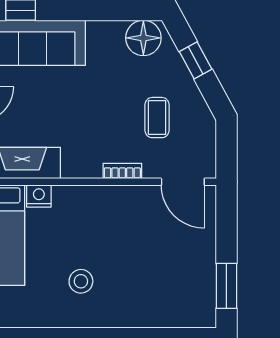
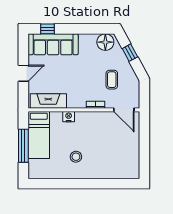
nightstand: (39, 196) -> (69, 117), moved
window: (226, 286) -> (144, 159), removed

